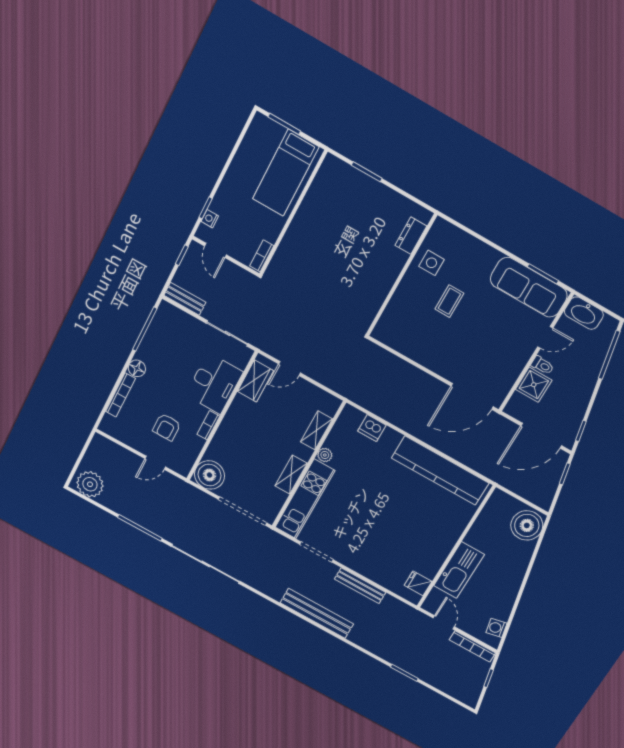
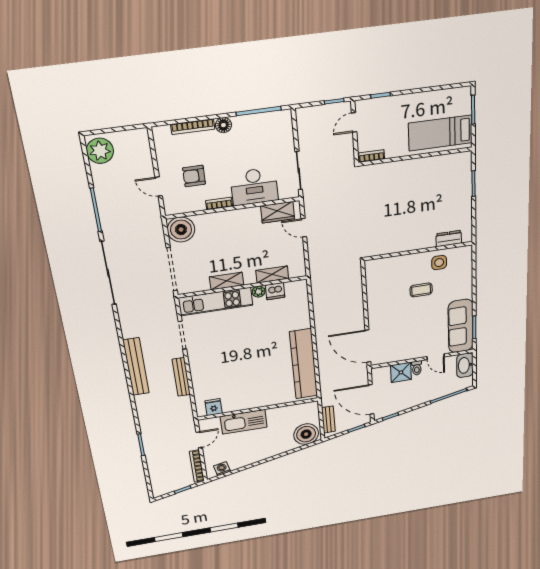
nightstand: (210, 219) -> (375, 103), removed
bench: (185, 299) -> (328, 420), moved
dishwasher: (372, 428) -> (275, 291), moved, turned -90

